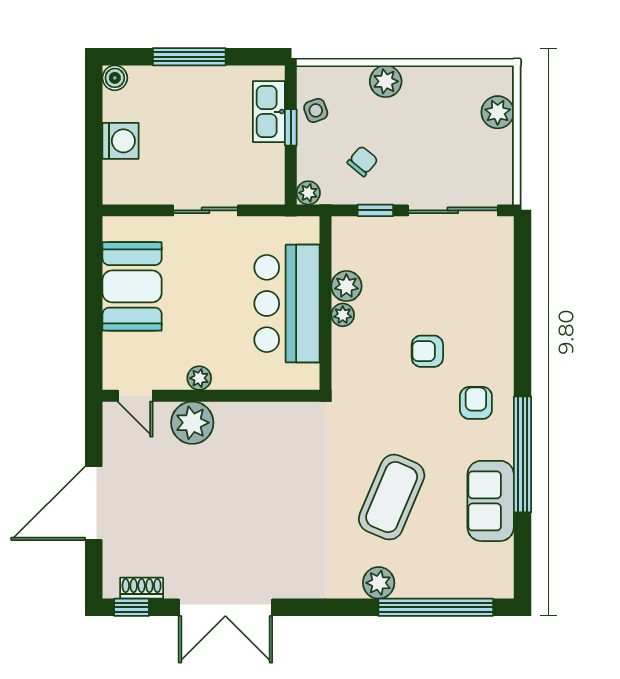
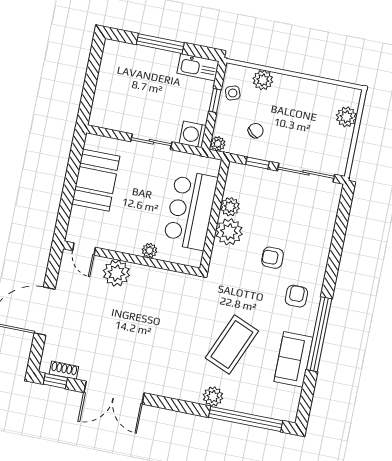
boiler: (115, 78) -> (111, 47), removed
plant: (386, 81) -> (263, 80), moved
kitchen sink: (269, 112) -> (198, 67), moved, turned -90
washing machine: (120, 141) -> (193, 134), moved, turned 180
plant: (343, 315) -> (229, 232), width x1.88, depth x1.88
plant: (199, 378) -> (149, 251), moved

